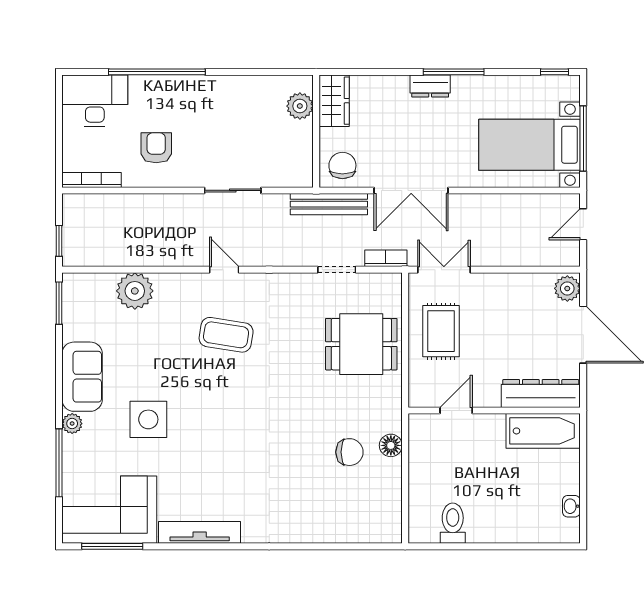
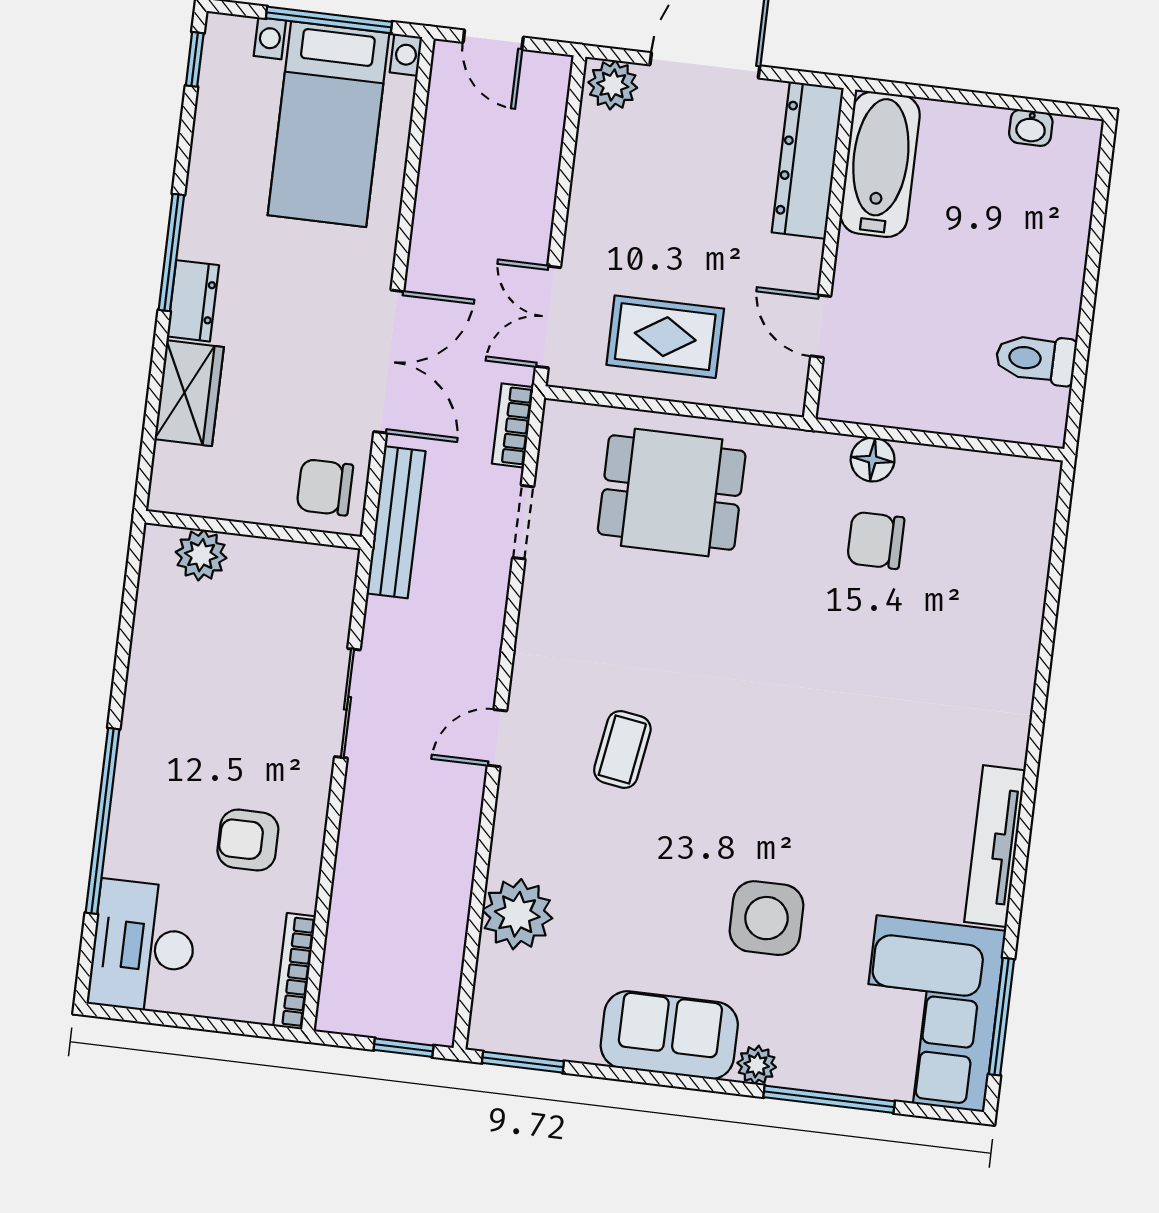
wardrobe: (334, 101) -> (189, 393), moved, turned 90
coffee table: (226, 335) -> (622, 749), width x0.73, depth x0.77
dining table: (361, 344) -> (672, 493), turned 90
chair: (349, 452) -> (876, 540), turned -90

